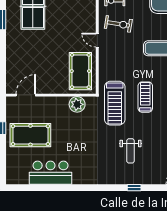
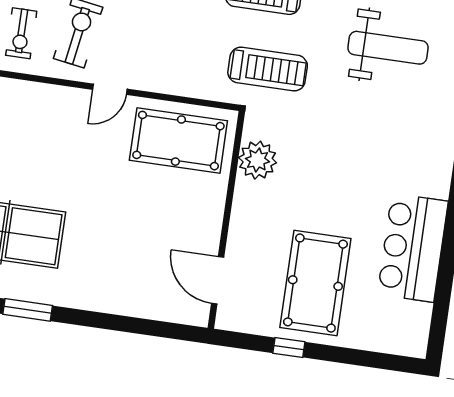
treadmill: (115, 103) -> (268, 69), width x0.73, depth x0.73
weight bench: (130, 151) -> (388, 48), width x1.36, depth x1.33

